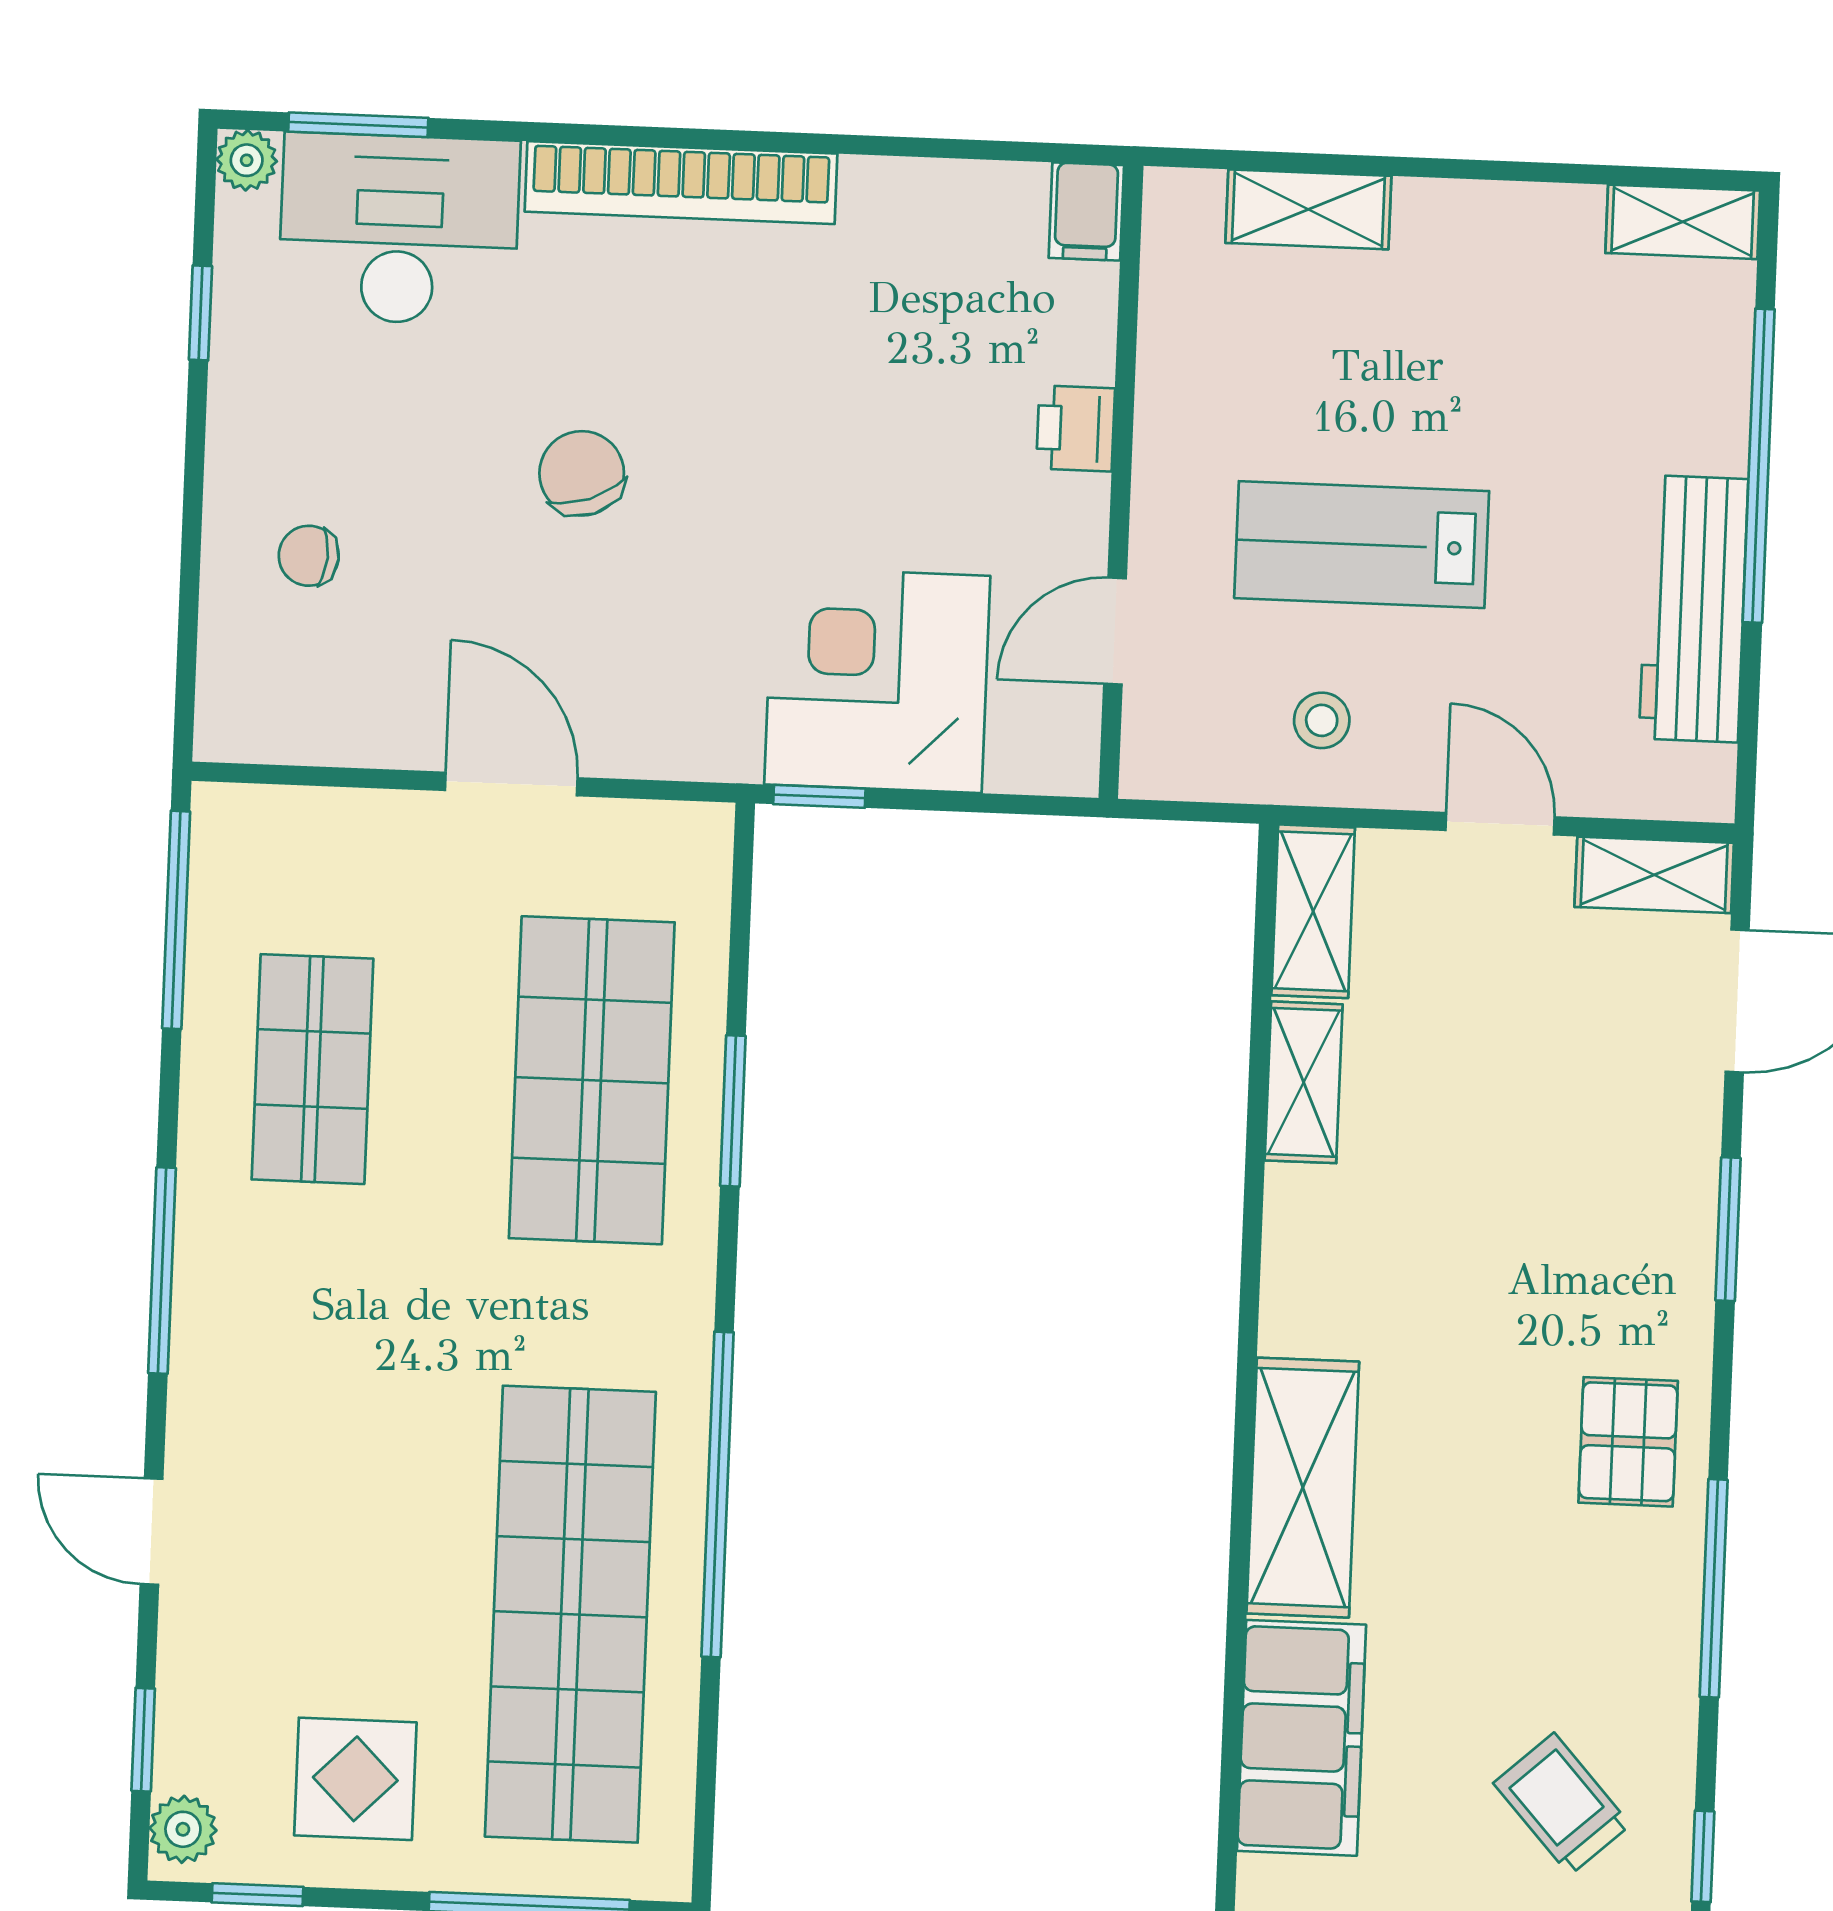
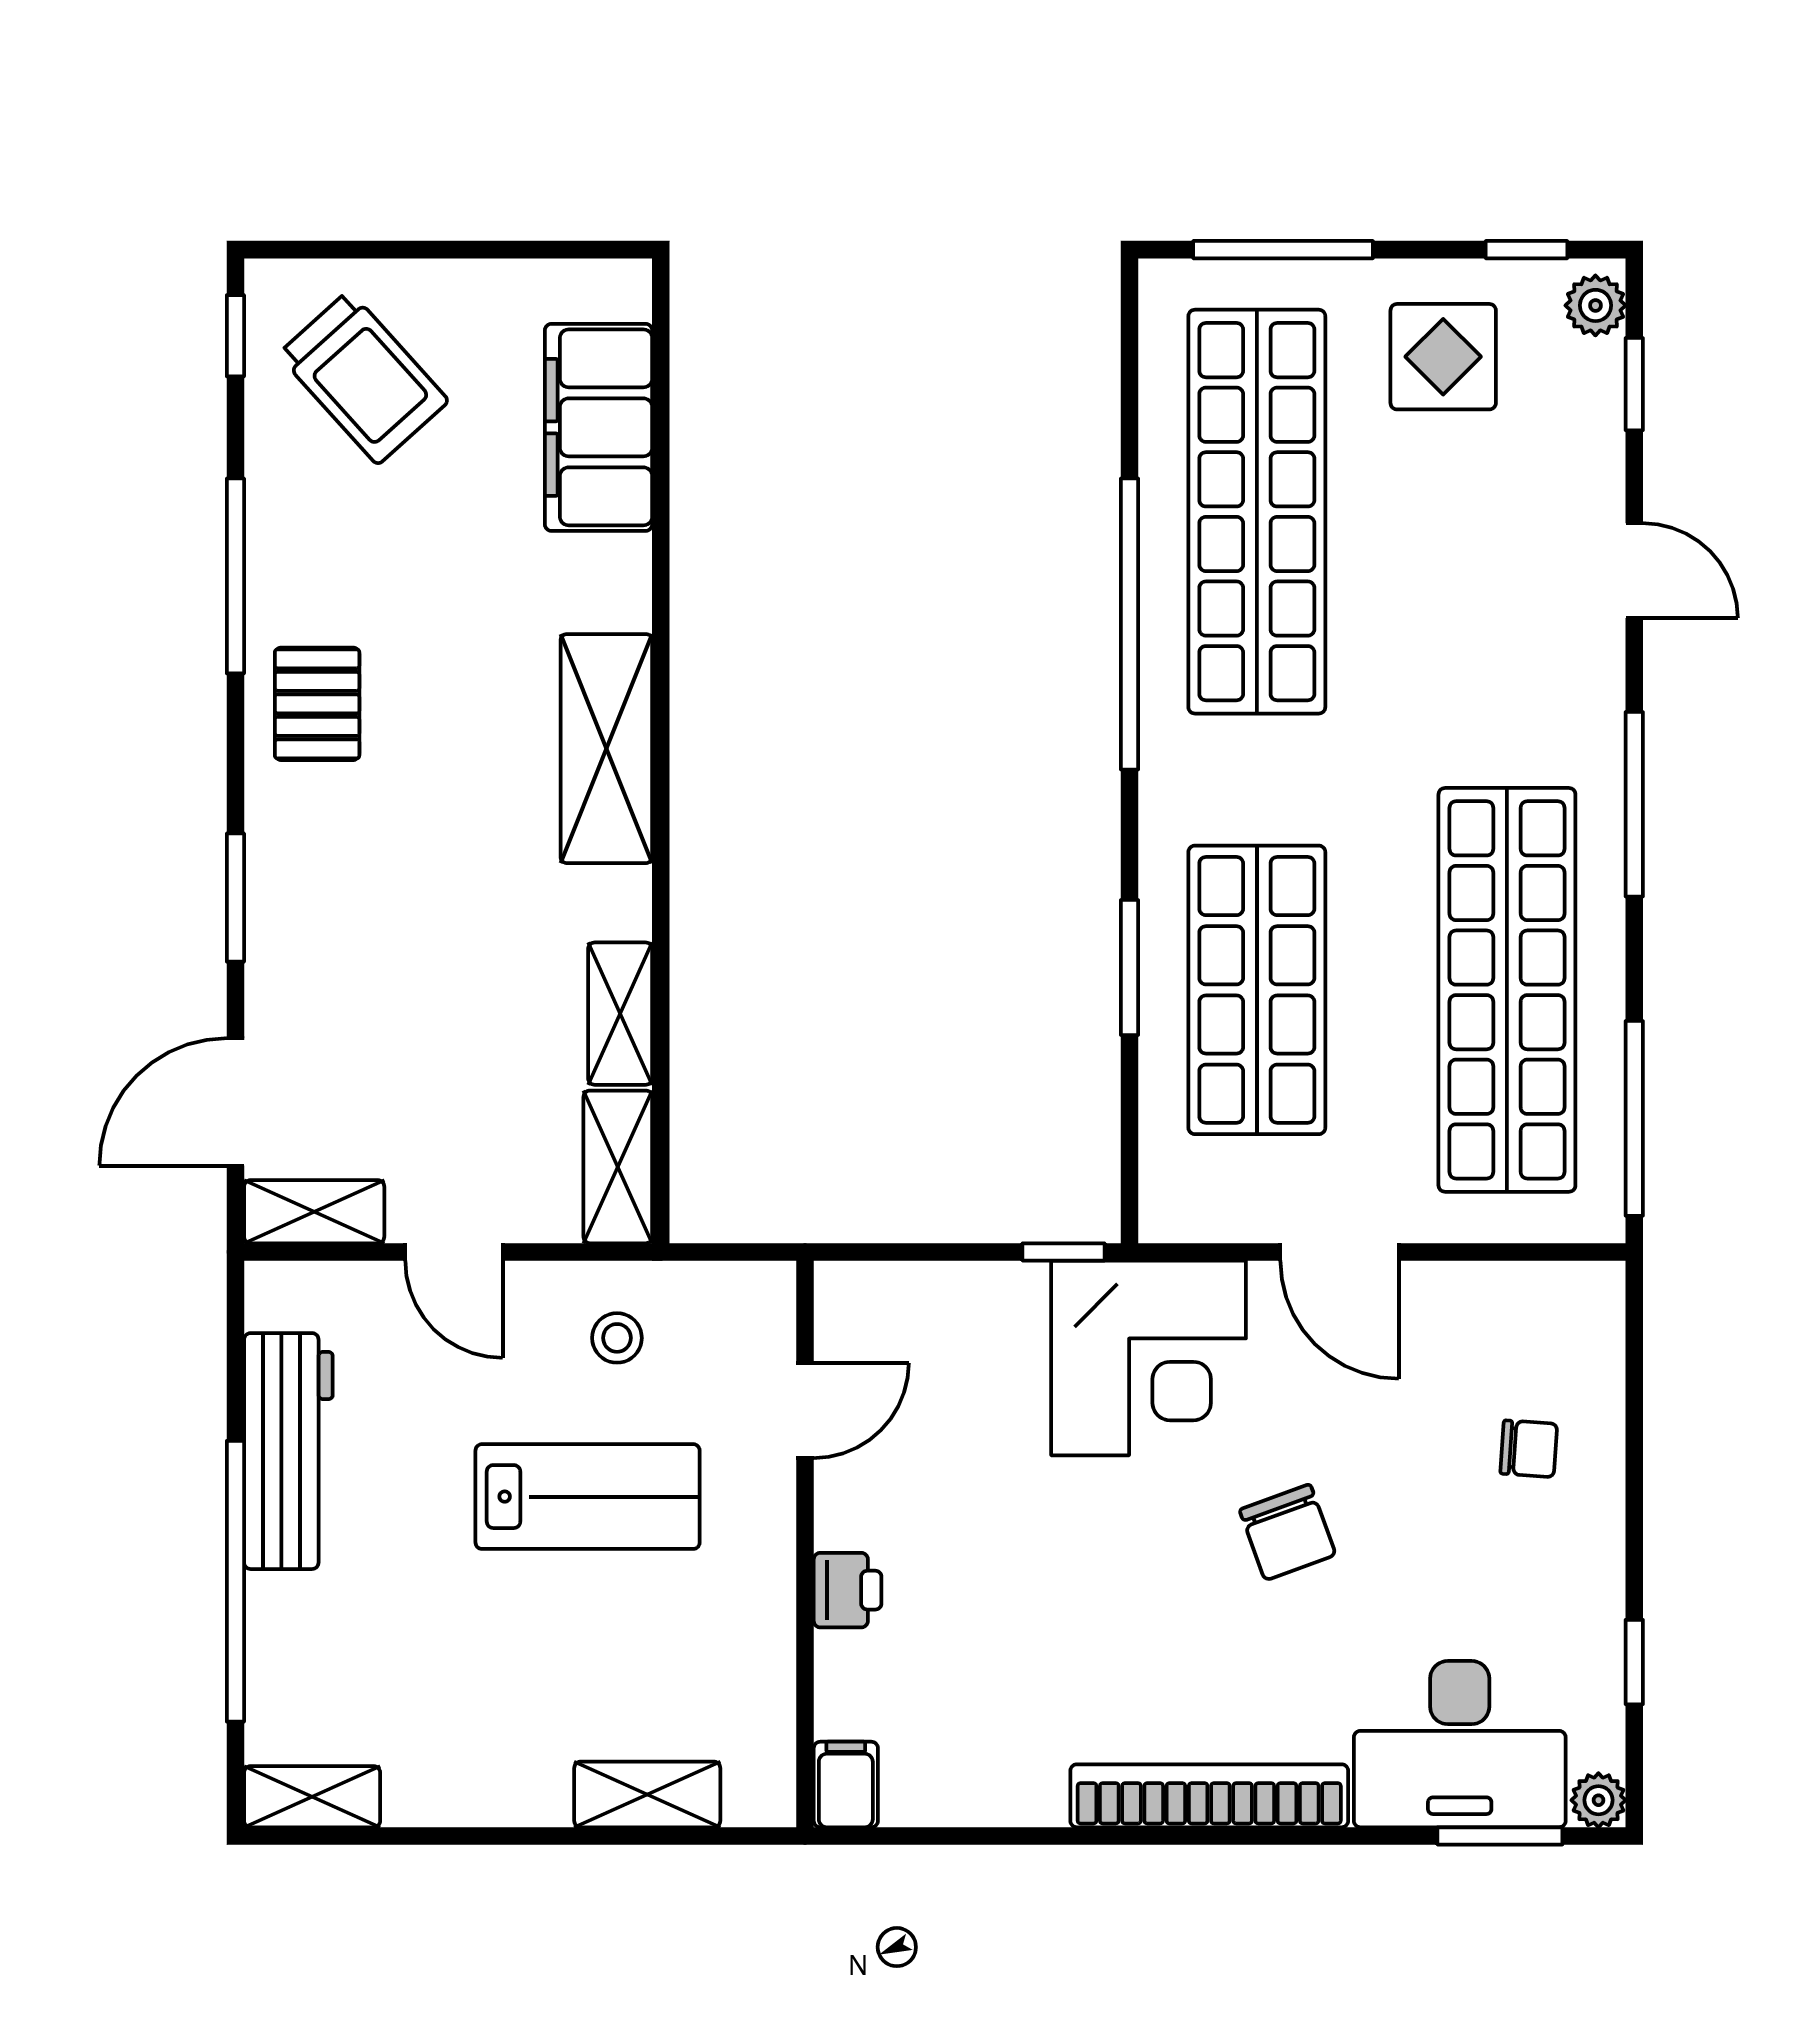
corner desk: (877, 680) -> (1149, 1358), moved
shop shelf: (312, 1069) -> (1507, 990), width x2.00, depth x1.36
shelving: (1303, 1488) -> (606, 749), moved
trolley: (1562, 1804) -> (363, 378), width x1.36, depth x1.39

